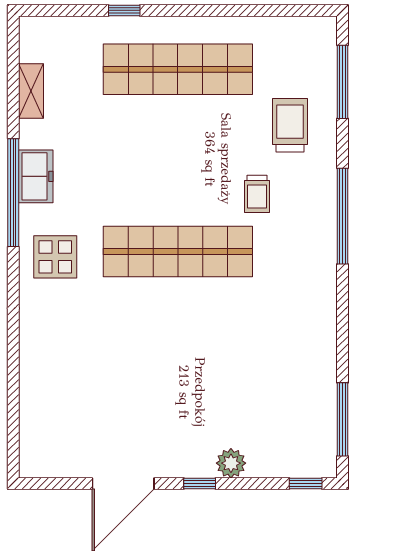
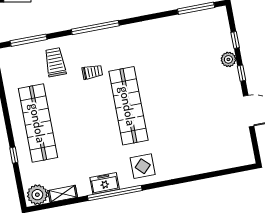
plant: (39, 41) -> (37, 195), added
trolley: (290, 125) -> (55, 62), turned 90
window: (306, 483) -> (235, 40), moved

